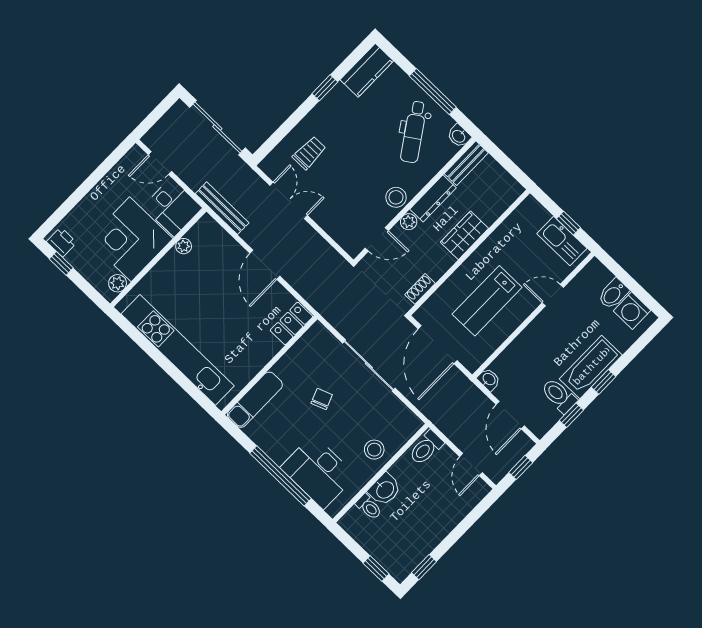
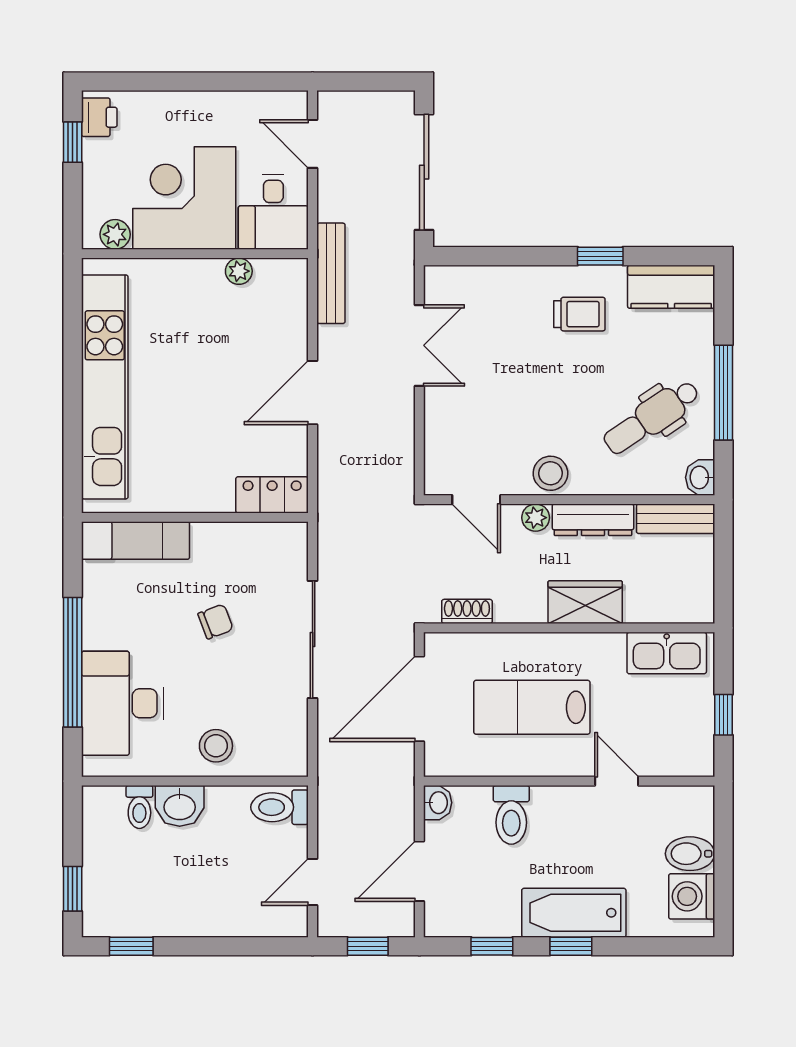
trolley: (309, 153) -> (579, 314), moved
kitchen sink: (562, 241) -> (667, 653), moved, turned -90
toilet: (559, 396) -> (511, 815), moved, turned 180

